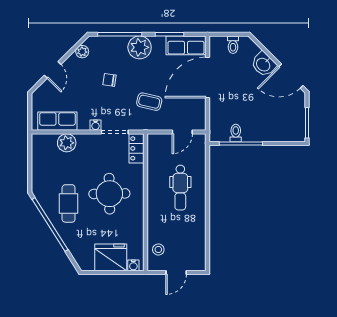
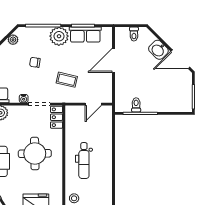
row of seats: (186, 45) -> (85, 35), moved
door: (208, 77) -> (113, 60), width x0.73
dental chair: (180, 188) -> (84, 161), moved

